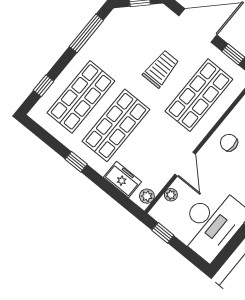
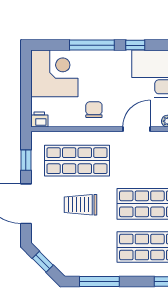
chair: (229, 143) -> (94, 110), turned 180

